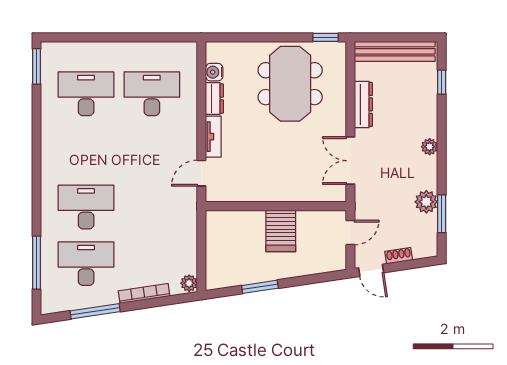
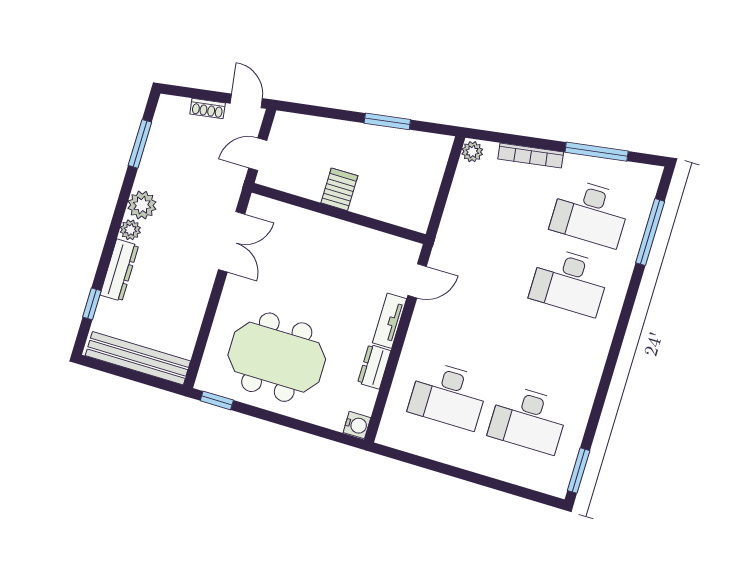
water cooler: (214, 72) -> (357, 425), moved
meeting table: (290, 84) -> (277, 357), turned 90
dresser: (363, 104) -> (119, 270), moved, turned 180
plant: (426, 202) -> (142, 205), moved
server rack: (281, 231) -> (339, 189), width x0.73, depth x0.70

